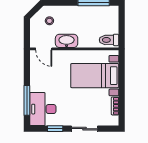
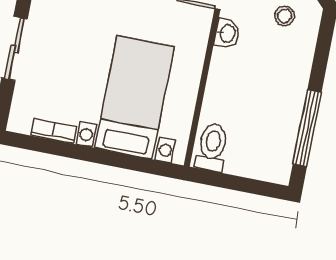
washbasin: (67, 41) -> (227, 34), width x0.52, depth x0.69

